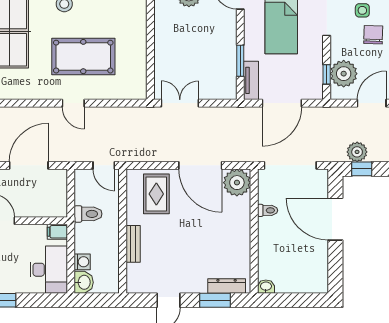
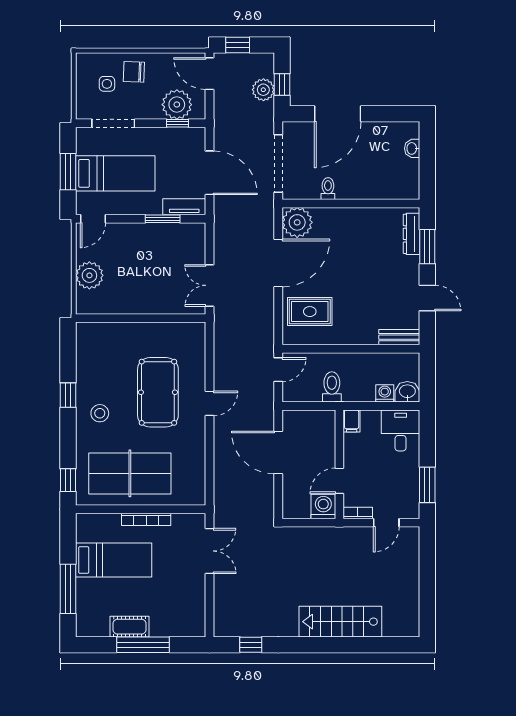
bench: (133, 244) -> (399, 337), moved
desk: (49, 270) -> (401, 430), width x0.73
washbasin: (266, 287) -> (412, 148), moved

